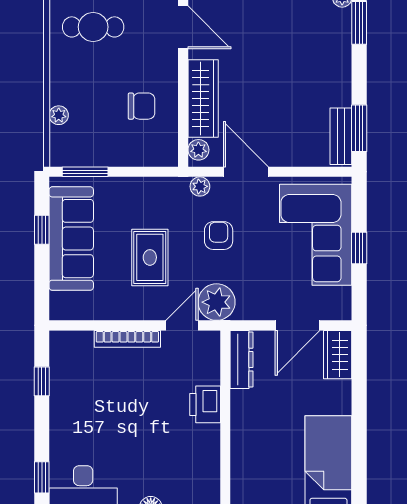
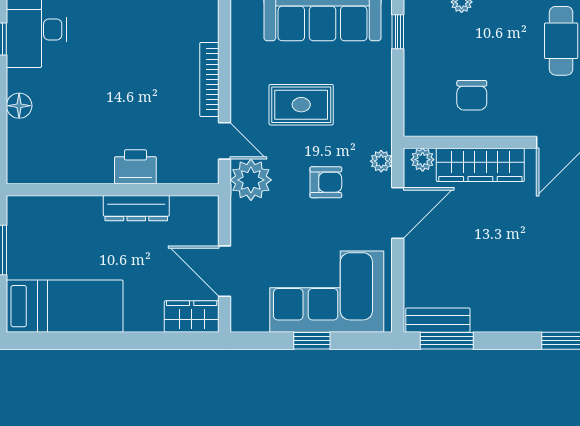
window: (85, 172) -> (398, 32), width x0.67
dresser: (242, 360) -> (136, 208), moved

